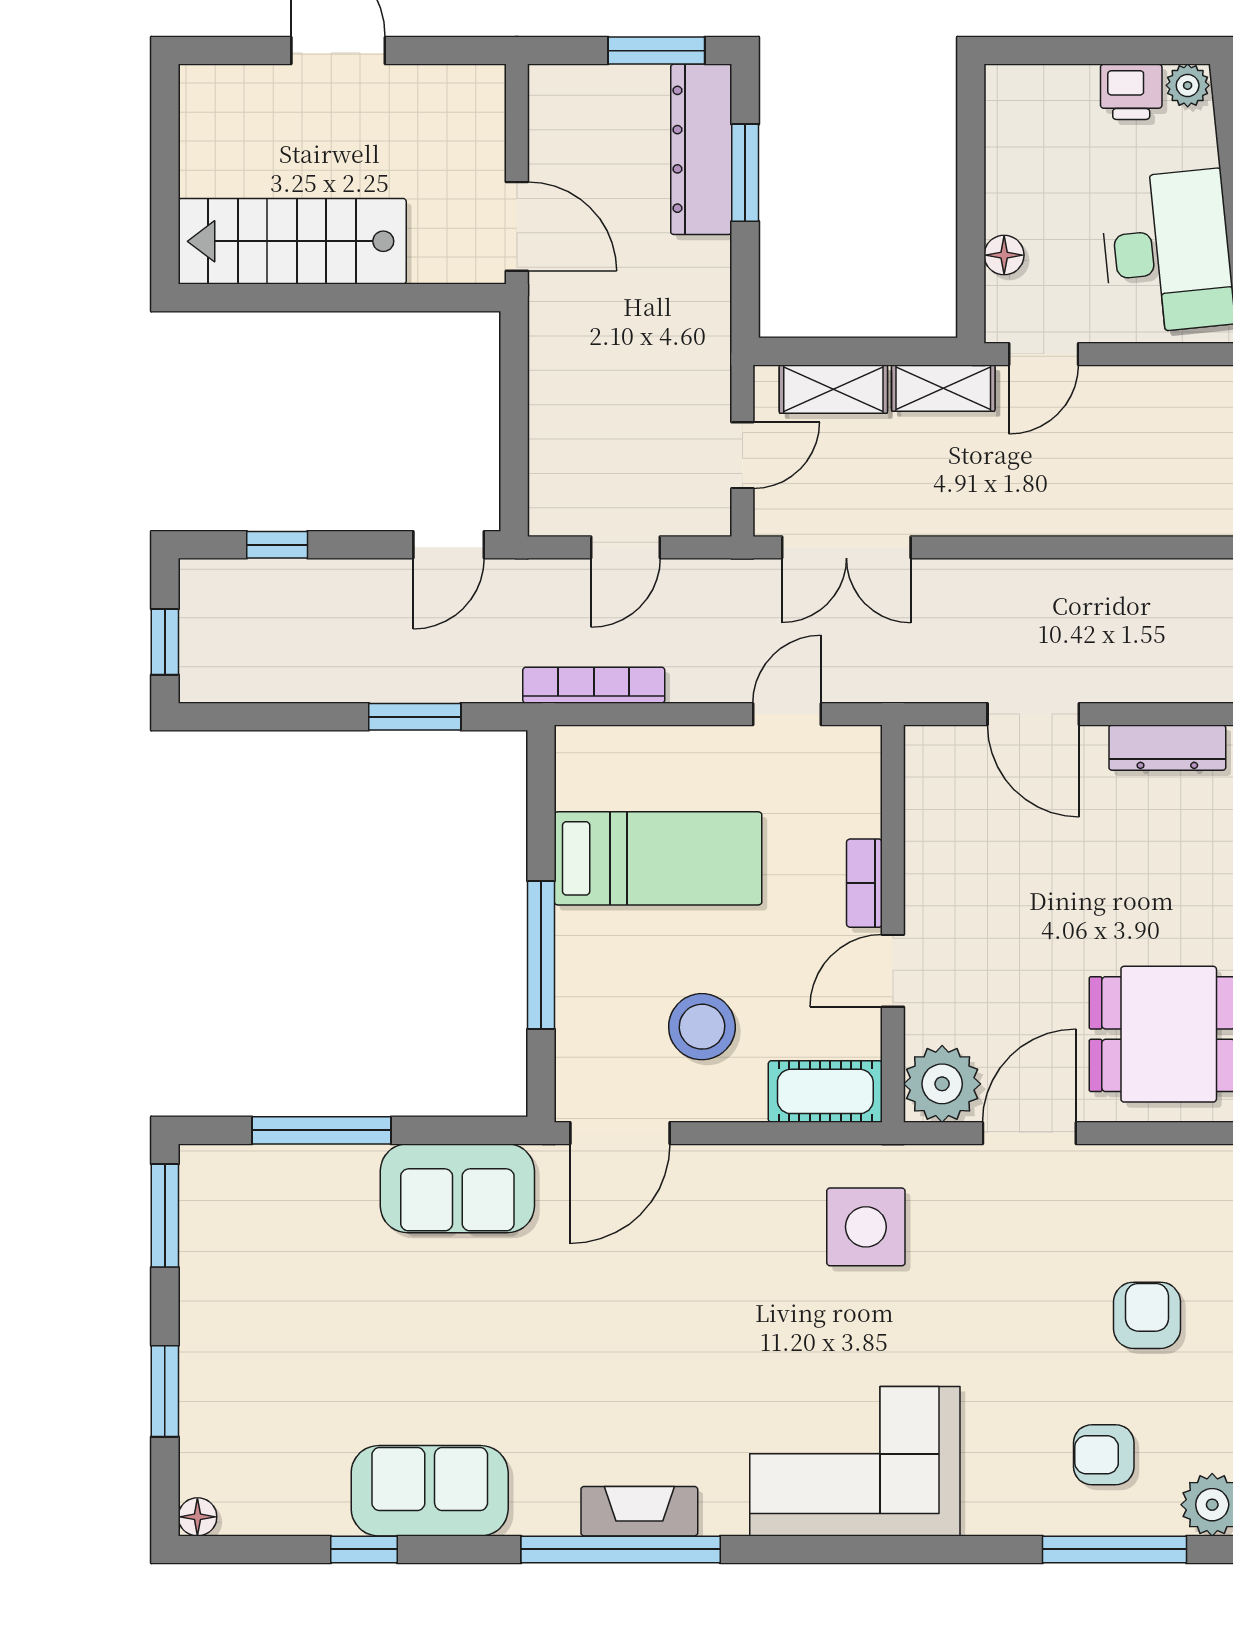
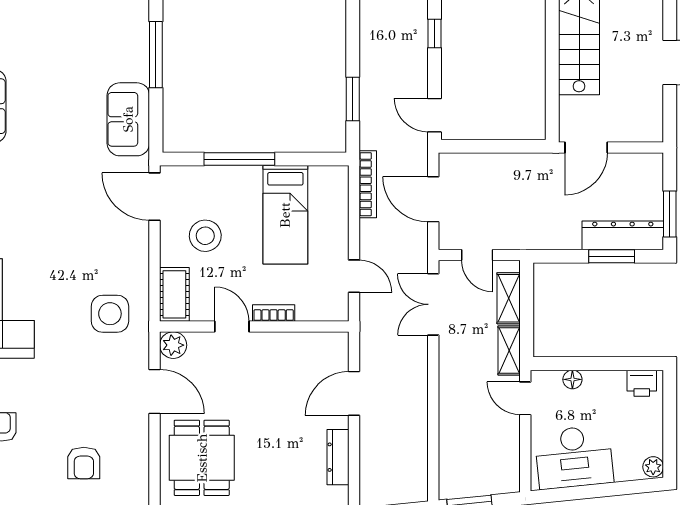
printer: (1131, 92) -> (642, 383), moved, turned -90
door: (626, 547) -> (433, 199), width x1.38
plant: (942, 1084) -> (173, 345), width x0.73, depth x0.73
armchair: (1147, 1315) -> (84, 463), moved, turned 90

